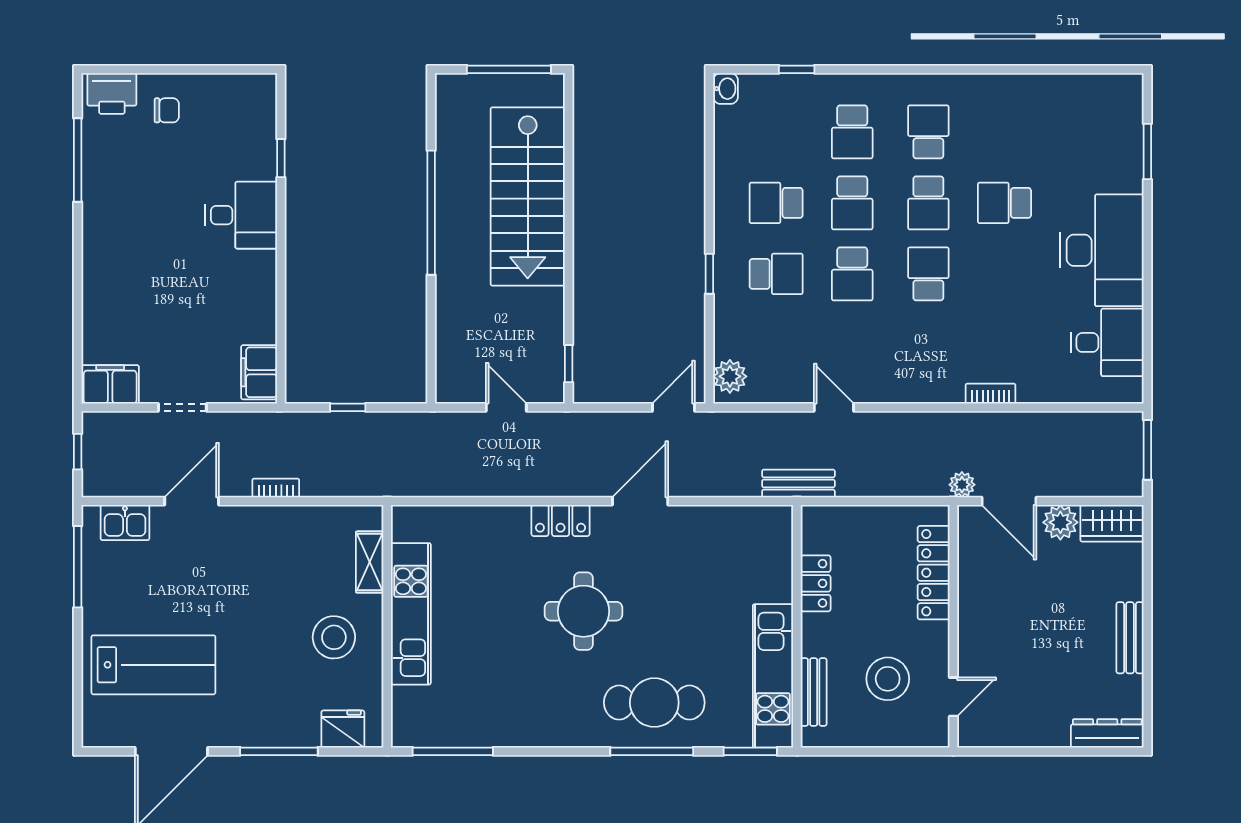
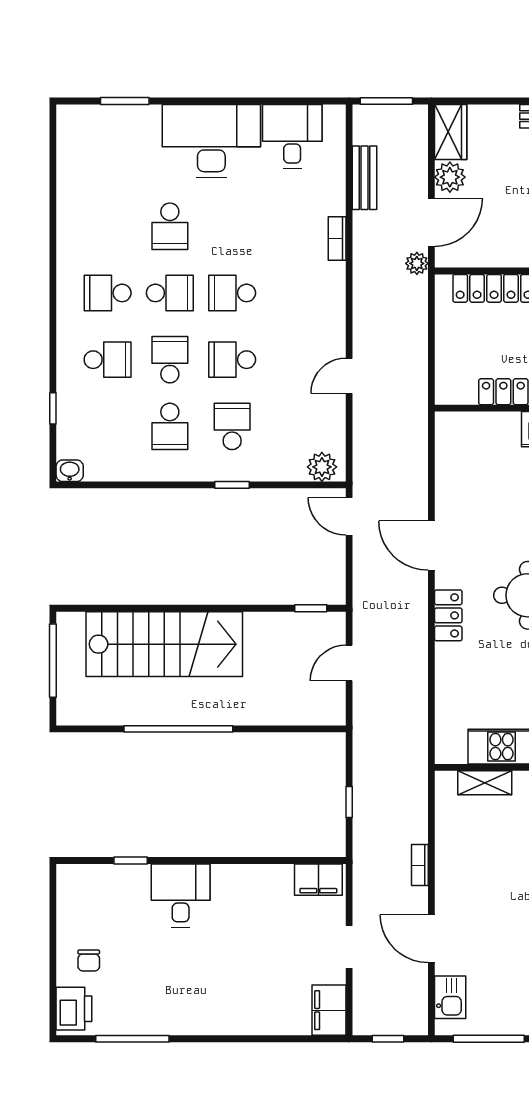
chair: (167, 110) -> (89, 961), turned 180
school desk: (852, 203) -> (170, 360), turned -90
school desk: (852, 274) -> (232, 360), turned 180
bench: (798, 484) -> (364, 178), moved

